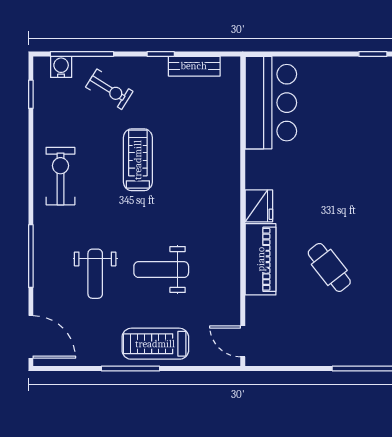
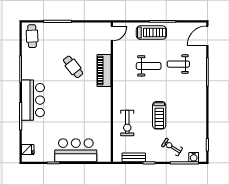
bar counter: (271, 103) -> (76, 150), moved, turned 90
exercise bike: (60, 176) -> (127, 123), moved
fridge: (259, 206) -> (105, 95), removed
weight bench: (95, 274) -> (178, 64), turned -90
door: (31, 337) -> (207, 36), hinge flipped
door: (243, 341) -> (112, 34), hinge flipped

